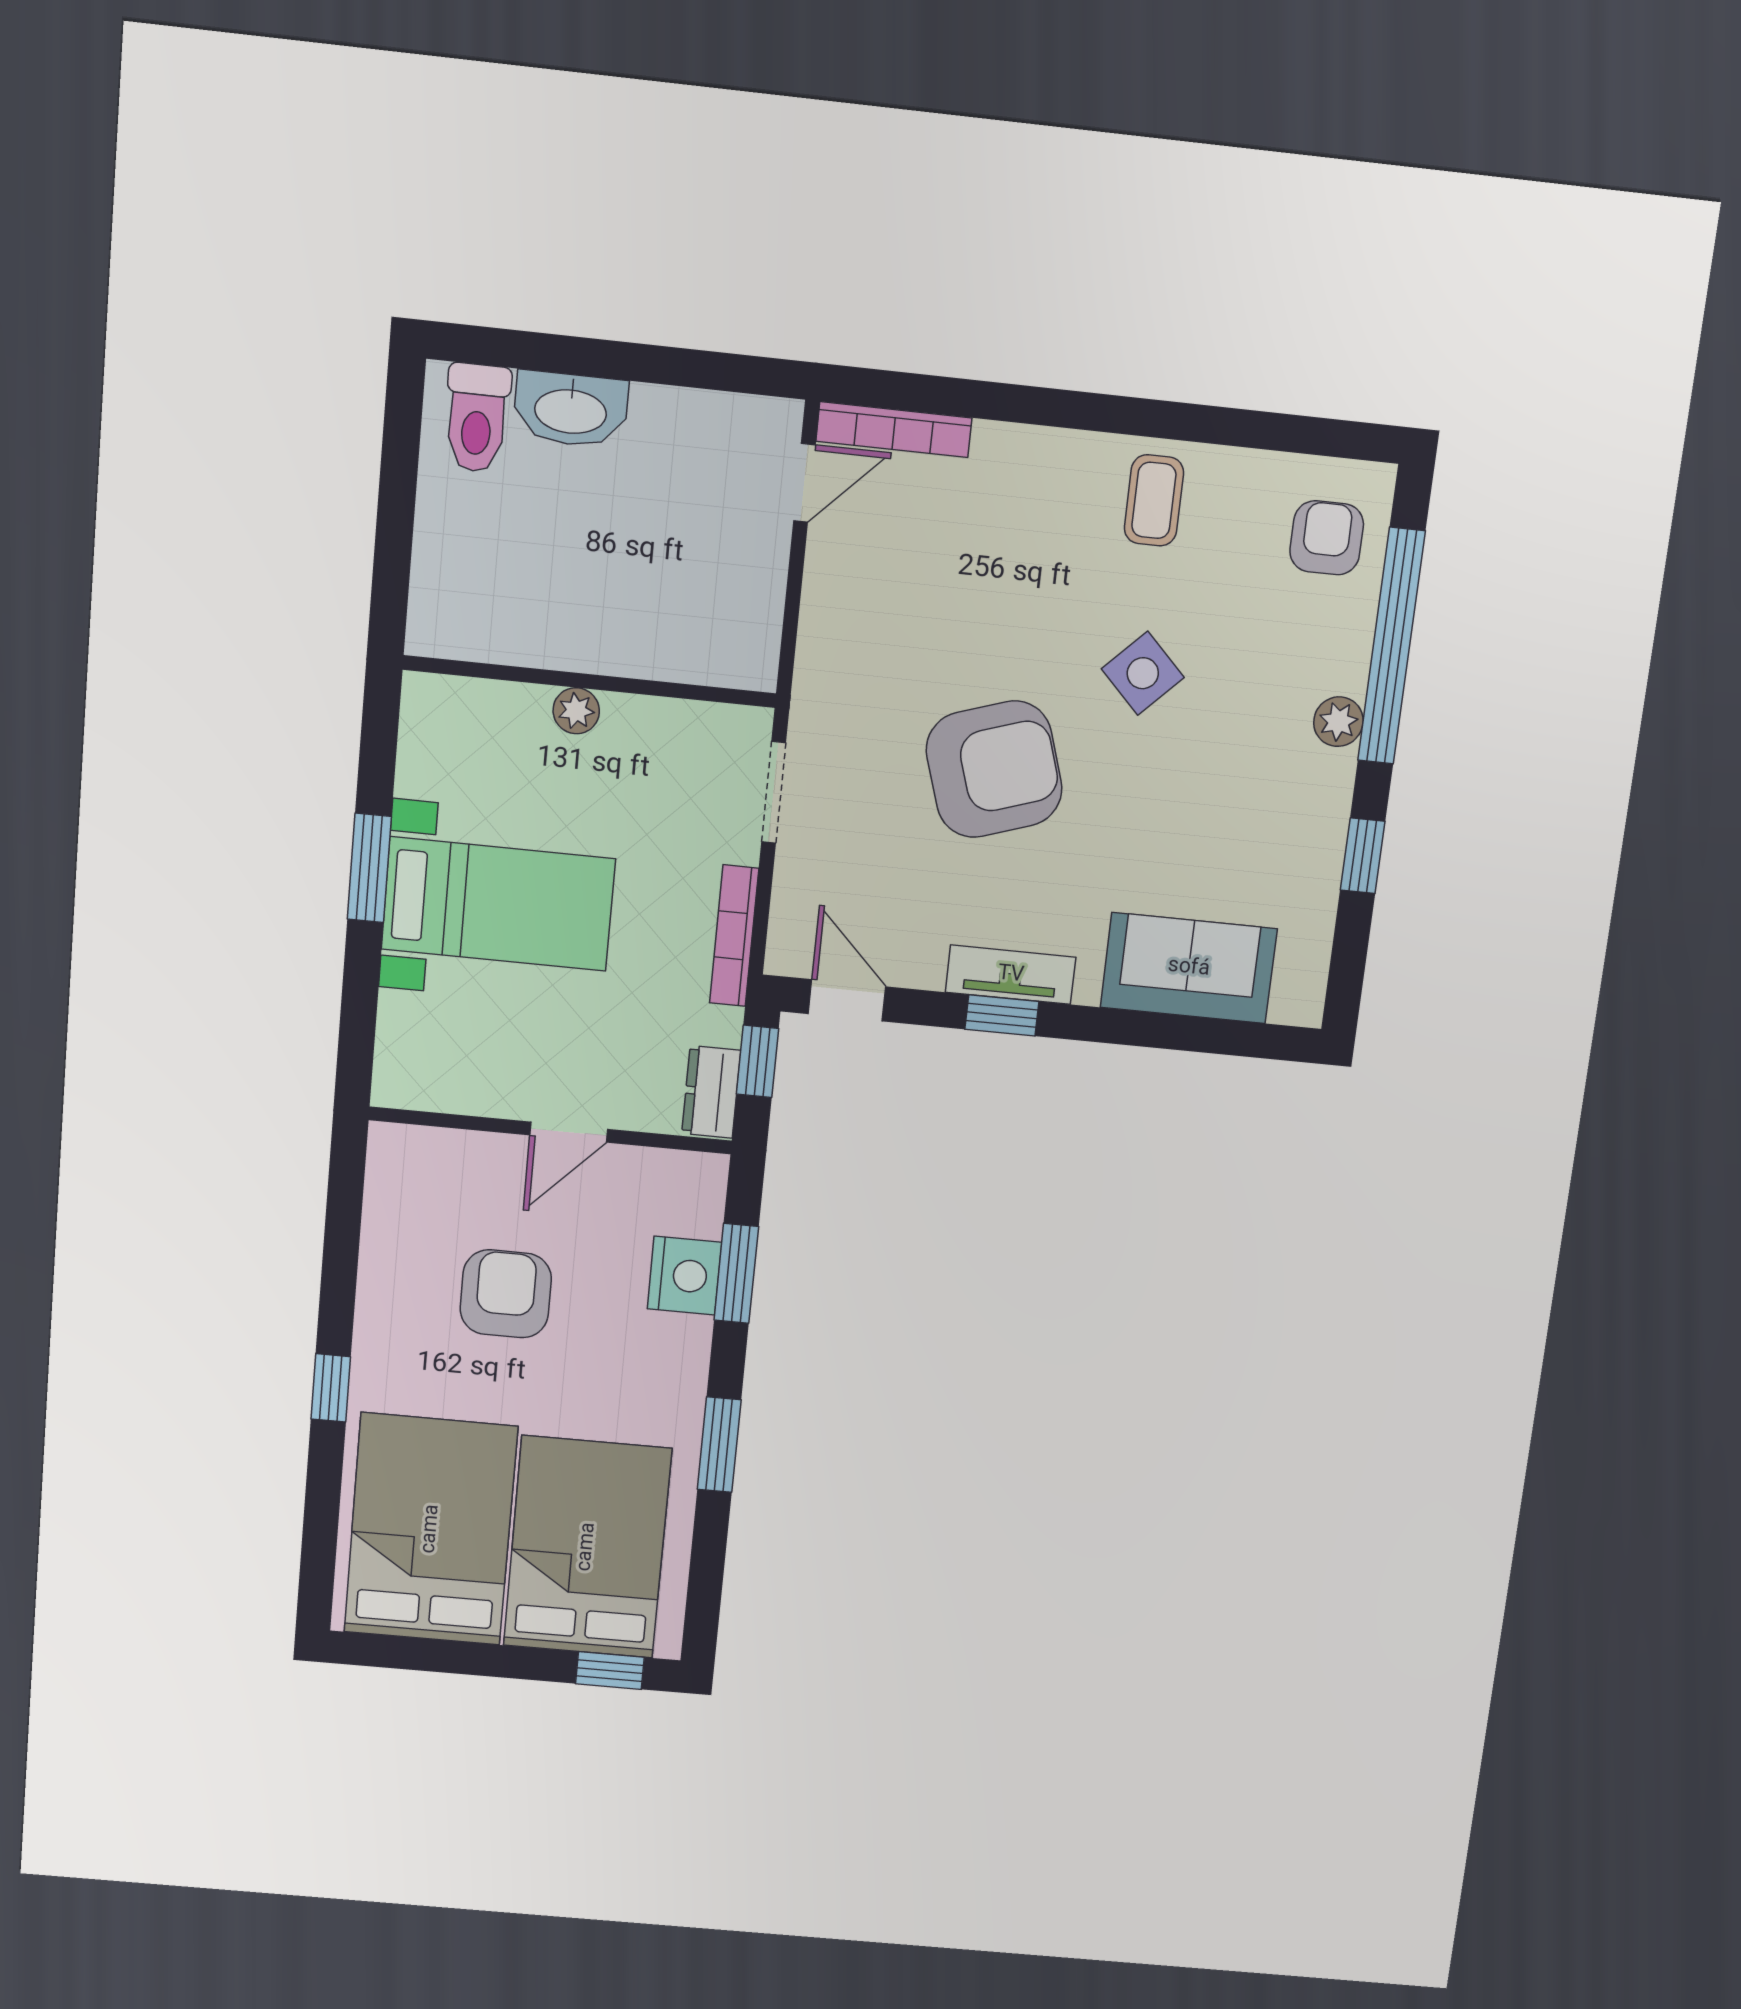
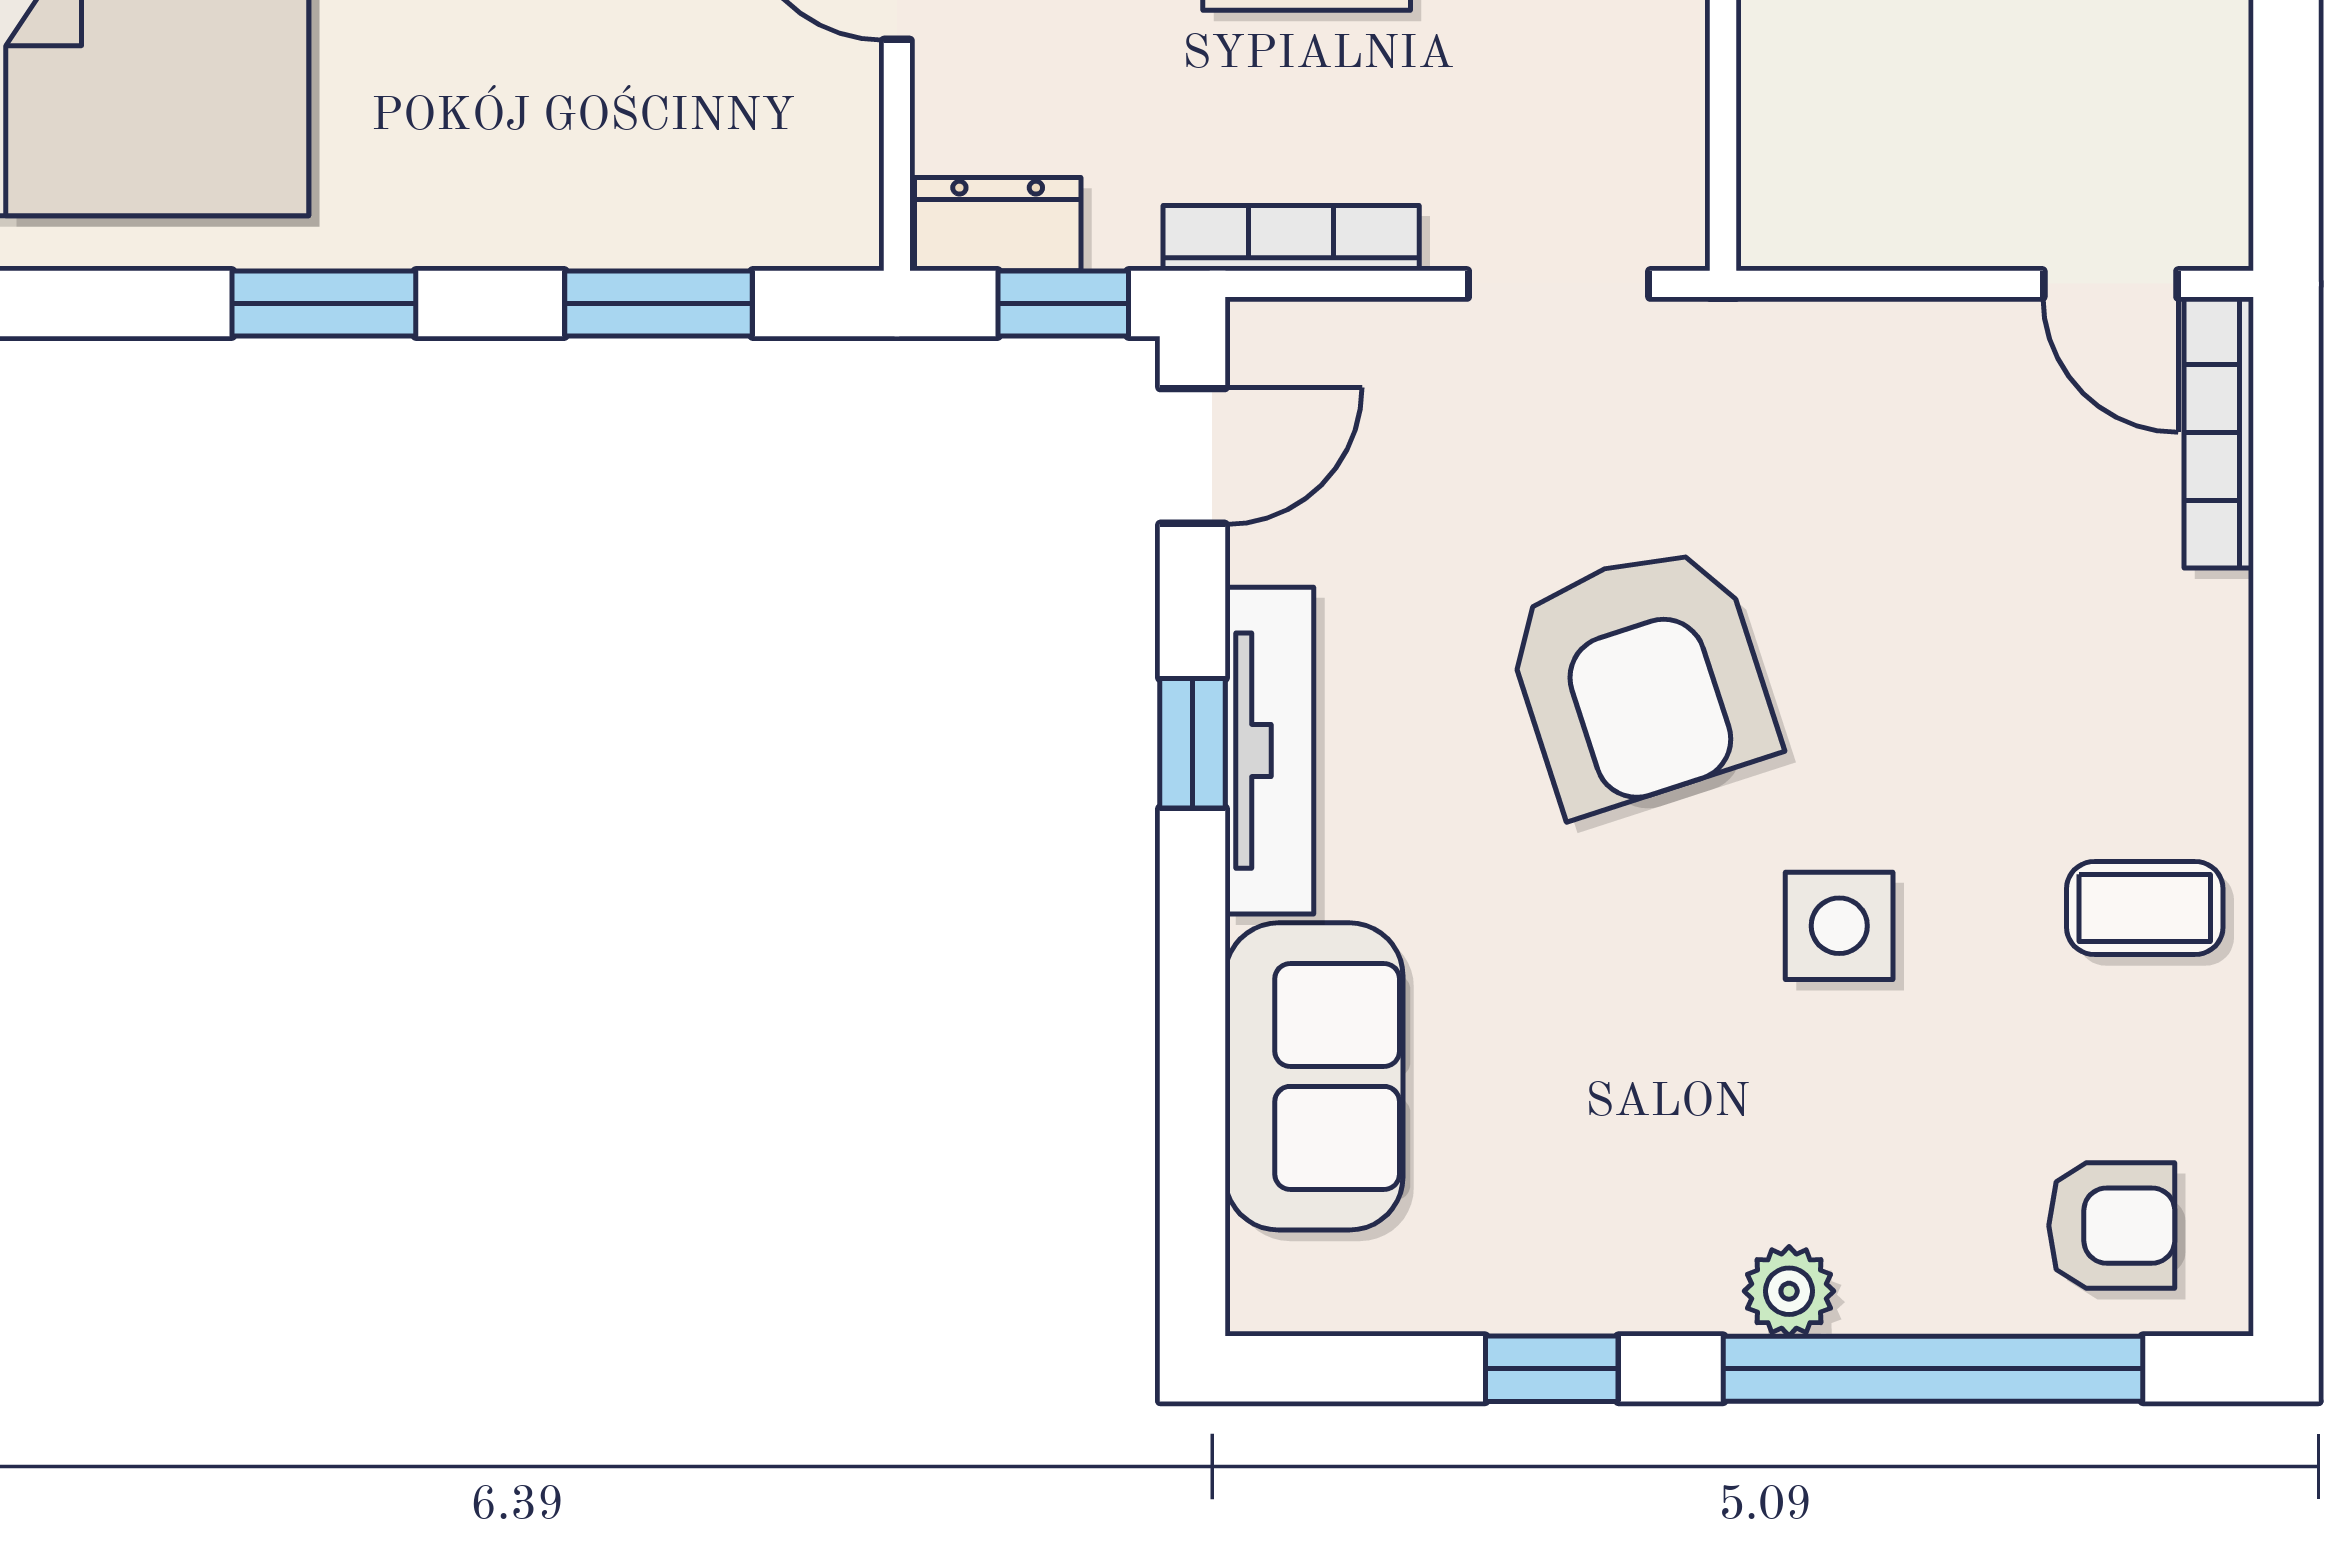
side table: (1143, 673) -> (1839, 926), turned 45
tv unit: (1011, 975) -> (1269, 751), width x1.41
nightstand: (684, 1276) -> (645, 208), removed

